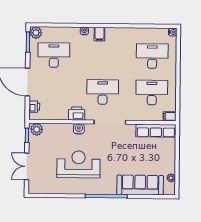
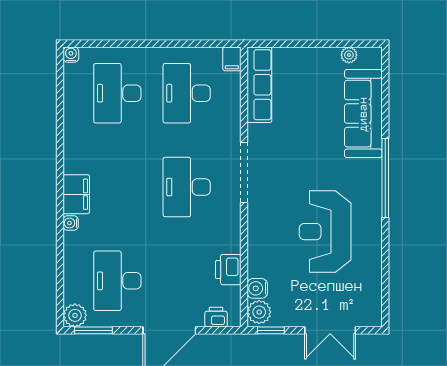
filing cabinet: (99, 34) -> (76, 194), width x2.00
printer: (77, 113) -> (228, 270), moved
water cooler: (79, 129) -> (257, 288), moved

